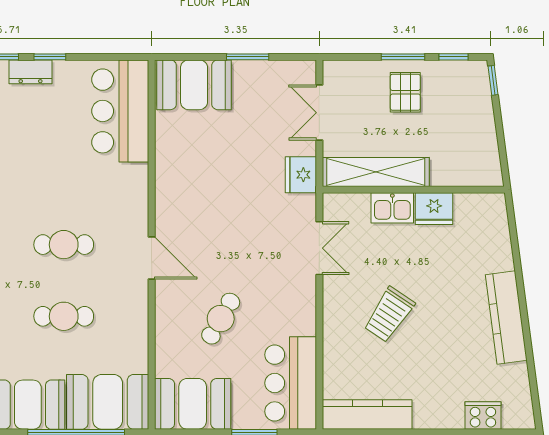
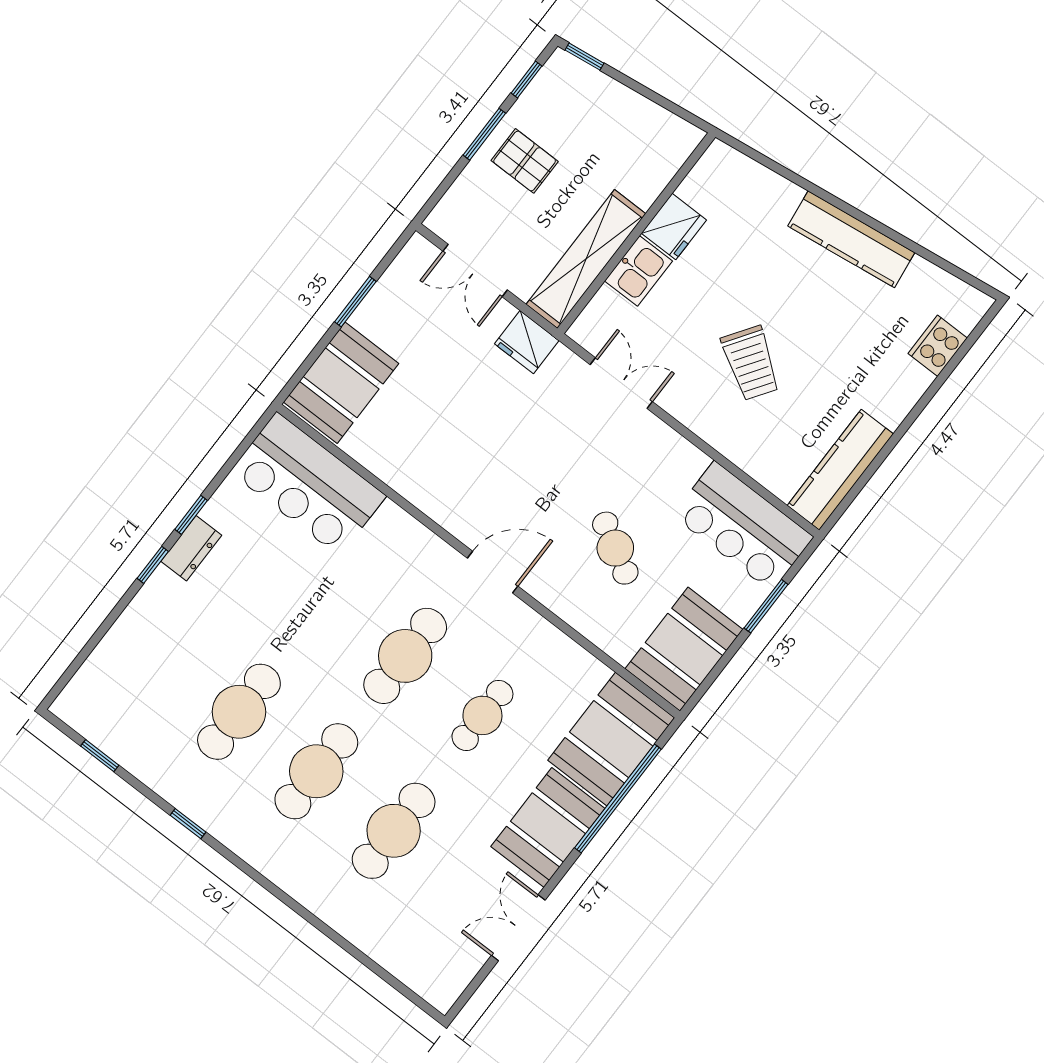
cafe table: (64, 245) -> (405, 656), width x1.37, depth x1.35

